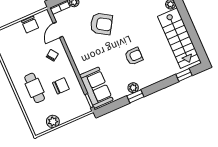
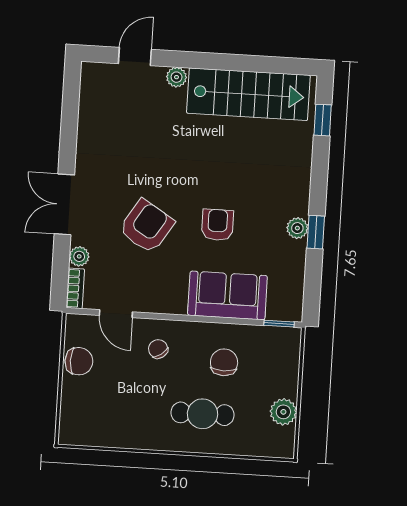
armchair: (134, 56) -> (218, 225), moved
sofa: (96, 88) -> (227, 295), moved

